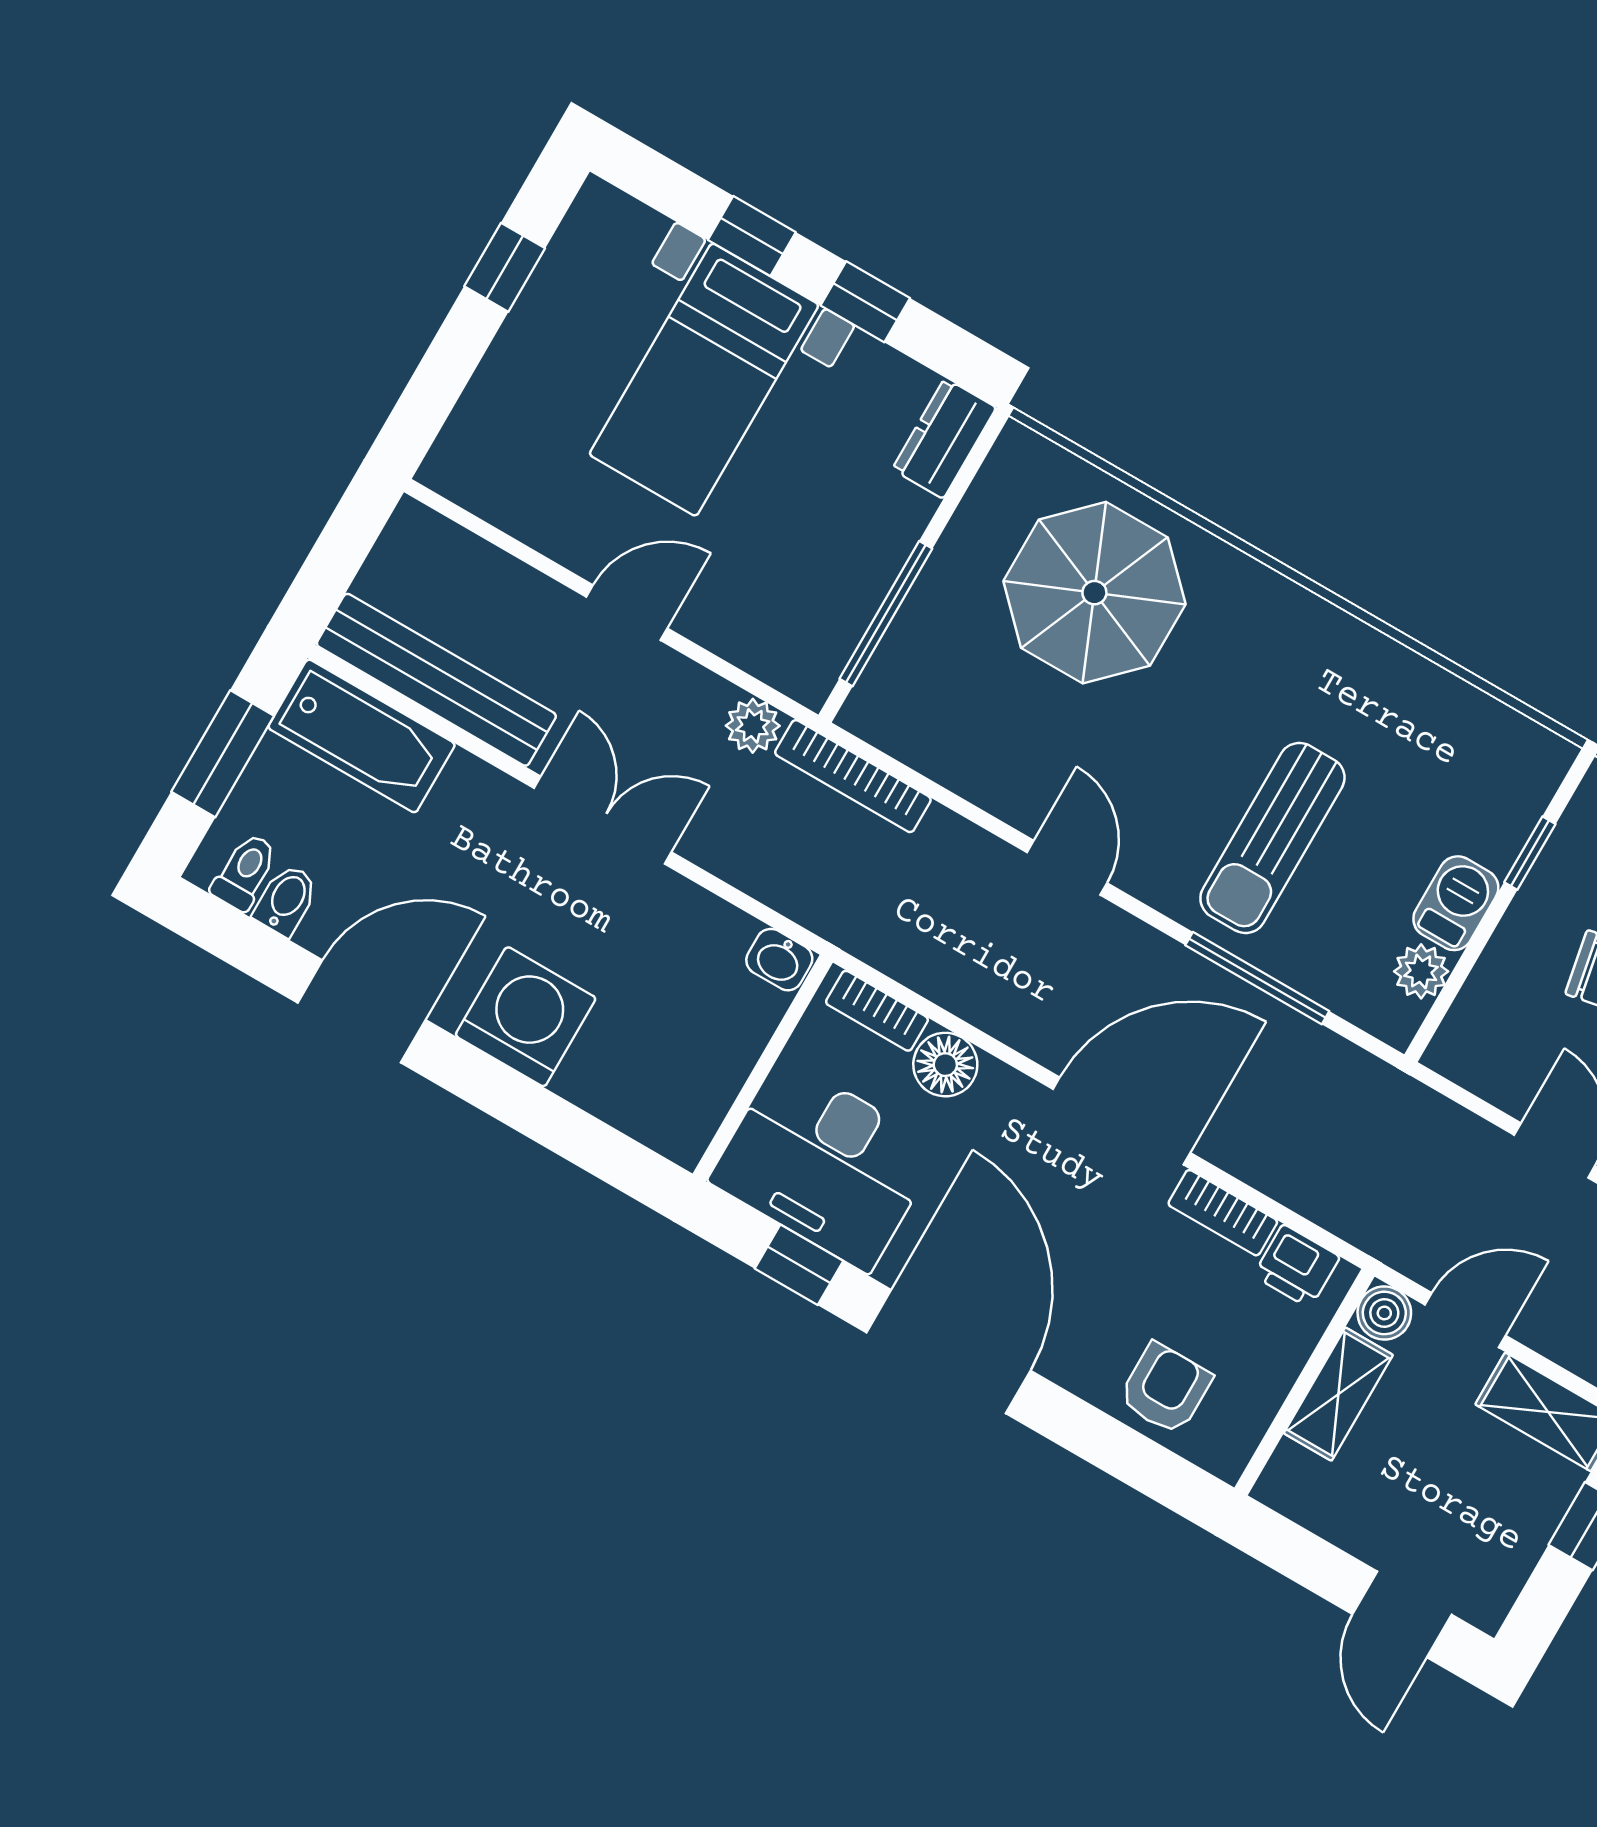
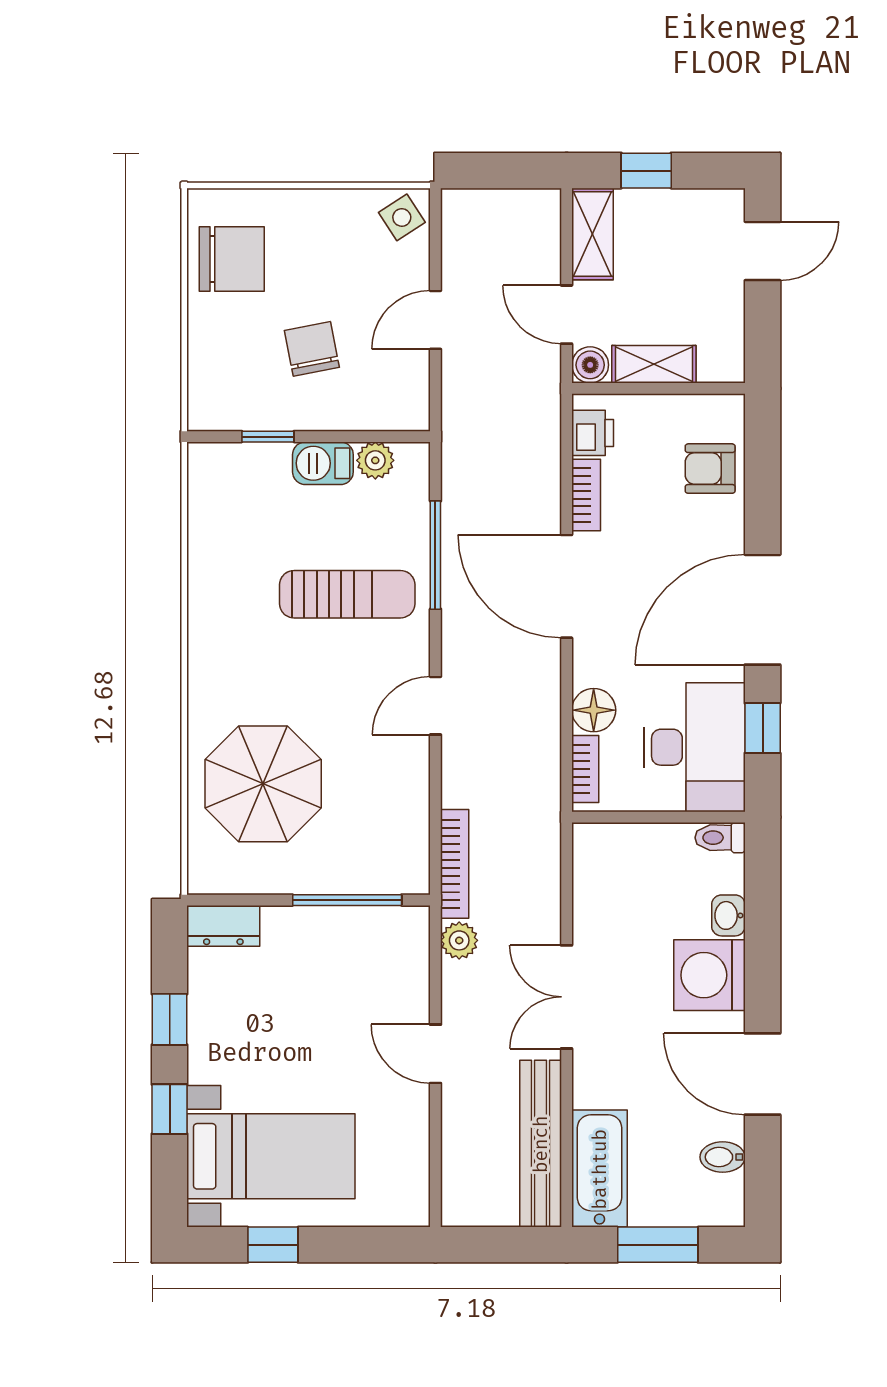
bed with nightstands: (704, 380) -> (271, 1156), moved
toilet: (245, 872) -> (720, 838), moved
washbasin: (779, 960) -> (728, 915), moved, turned 180

